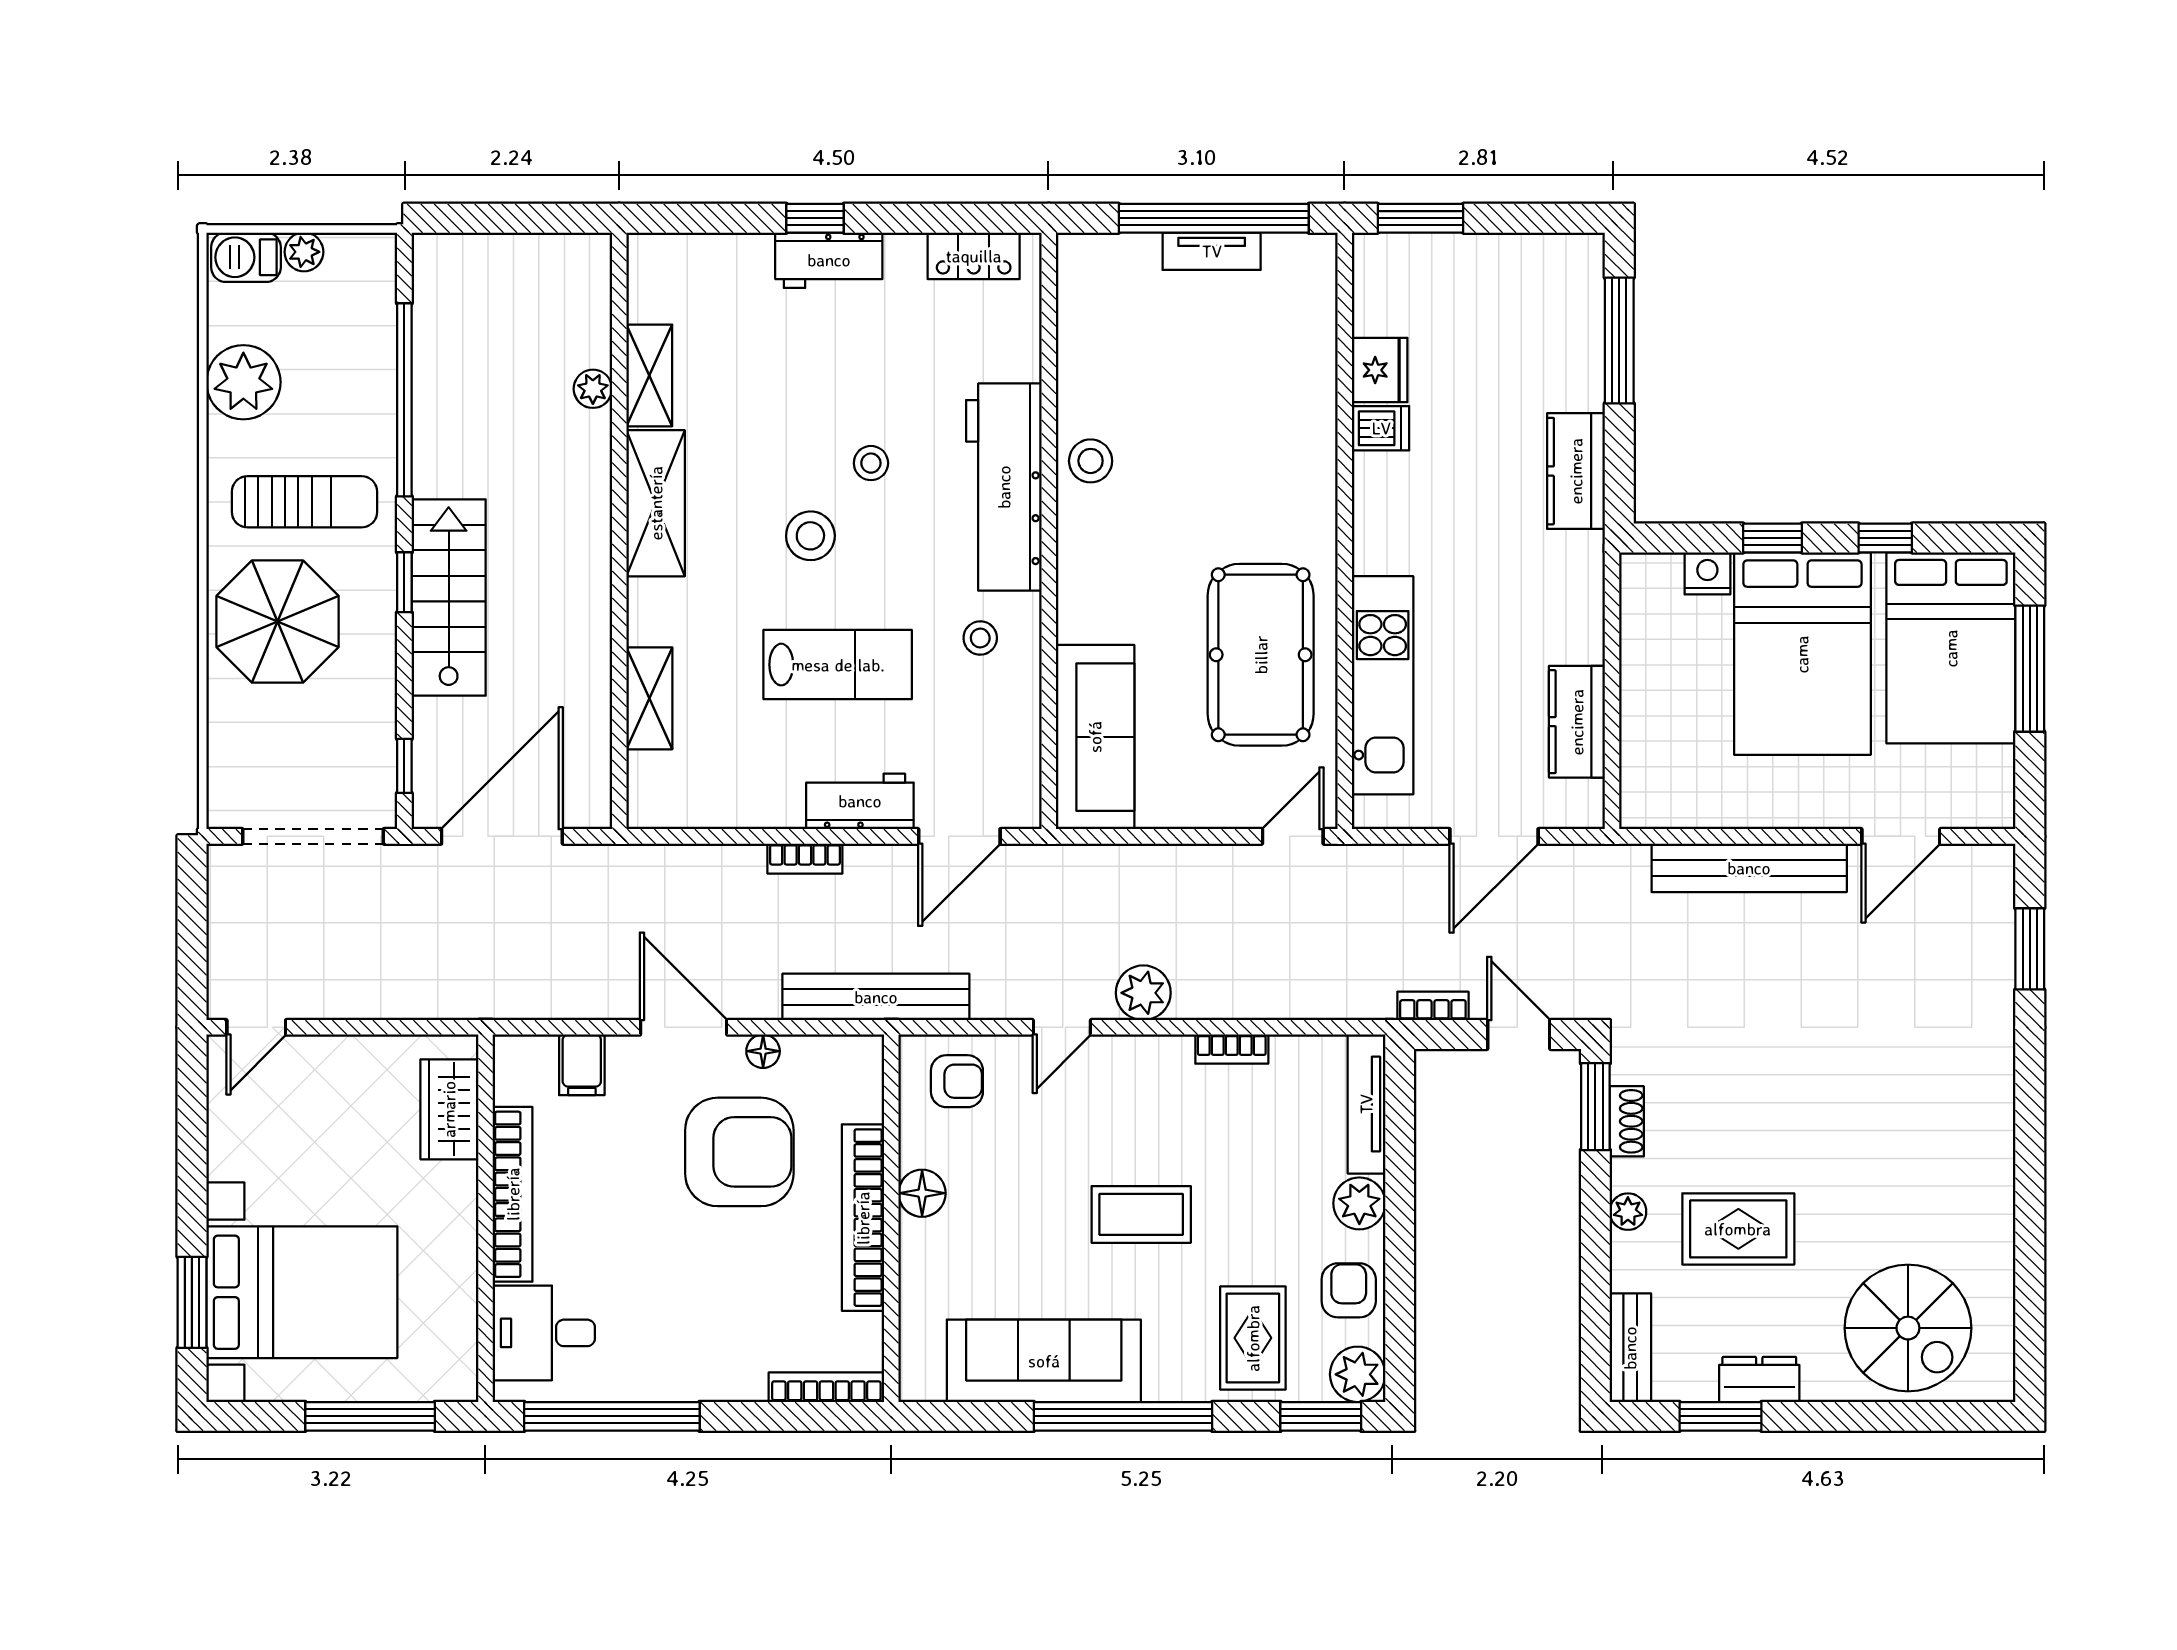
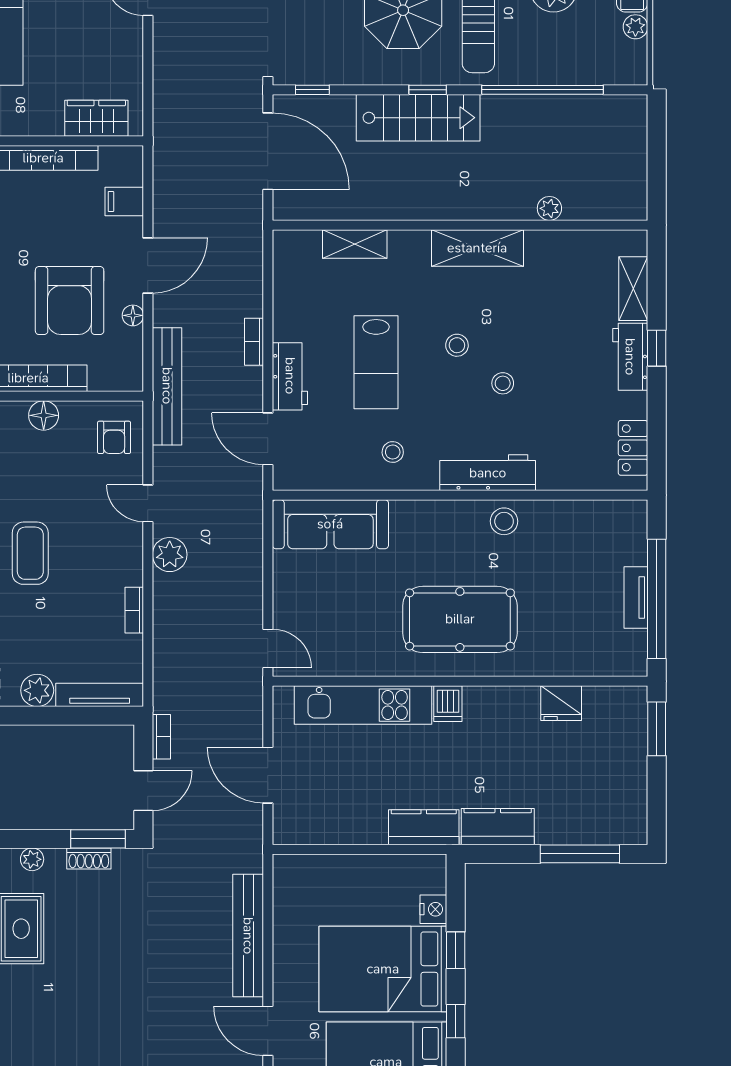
shelving: (649, 375) -> (633, 289), moved, turned 90
dishwasher: (1381, 428) -> (448, 704), moved
workbench: (1004, 487) -> (488, 473), width x0.73, depth x0.76
stool: (810, 536) -> (457, 345), width x0.73, depth x0.73
pool table: (1261, 655) -> (460, 619), moved
kitchen counter: (1577, 722) -> (424, 827), moved

